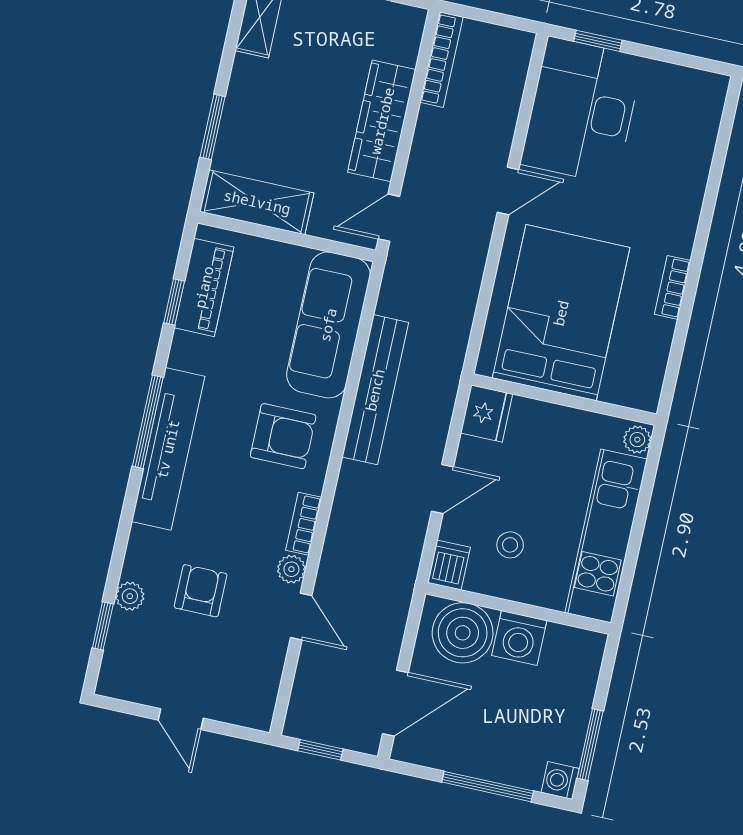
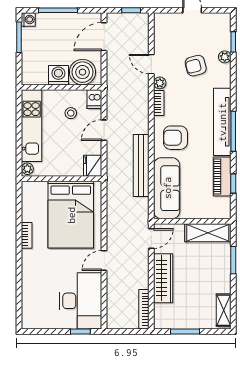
piano: (204, 287) -> (222, 176), moved
armchair: (201, 591) -> (196, 66), turned 75

